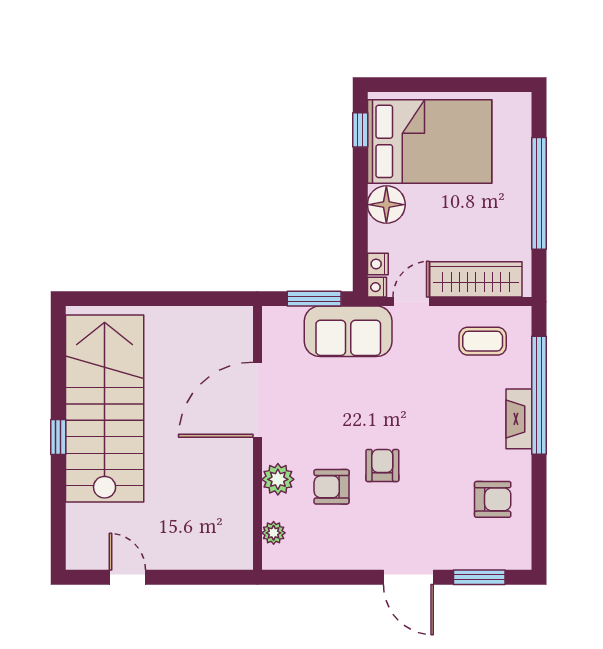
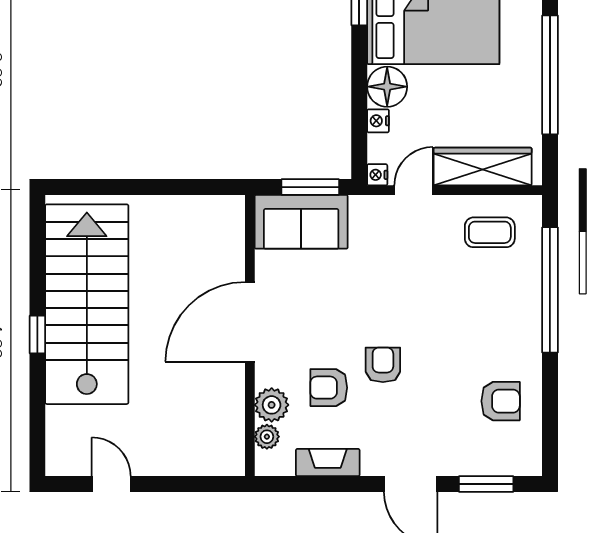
nightstand: (378, 264) -> (378, 121), moved
sofa: (348, 331) -> (301, 222), moved
door: (258, 400) -> (250, 322), moved
fireplace: (519, 419) -> (328, 463), moved, turned 90
plant: (278, 479) -> (272, 405), moved

